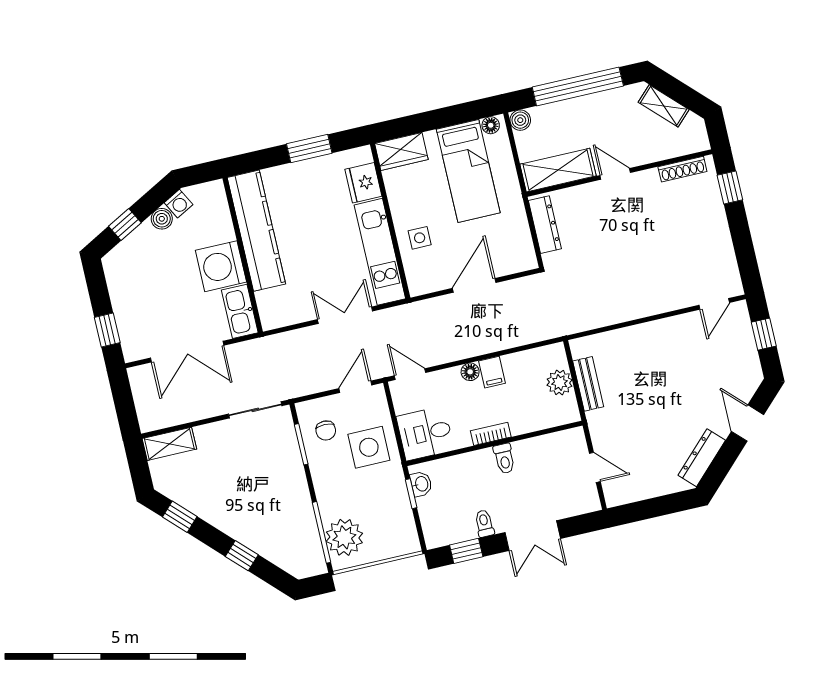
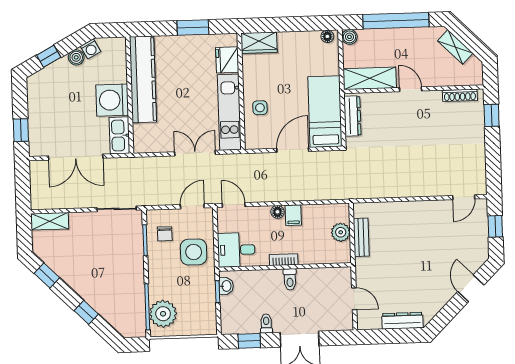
bed: (468, 171) -> (325, 112), moved, turned 180
dresser: (702, 458) -> (402, 321), moved, turned 45

